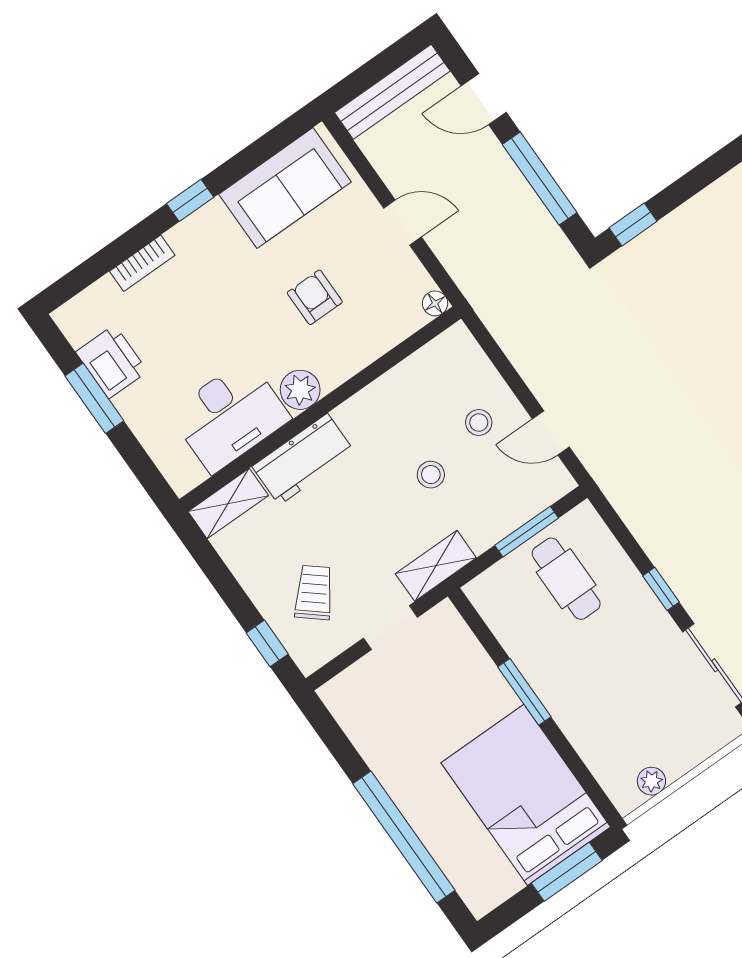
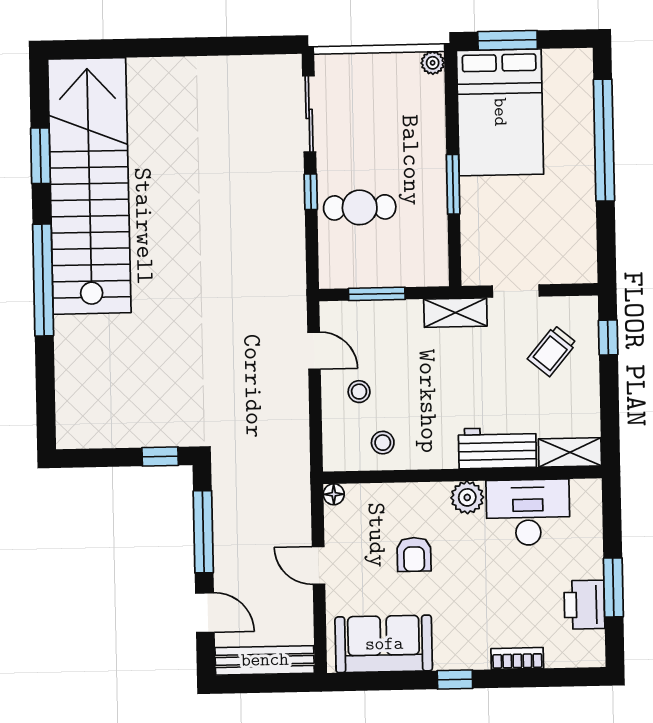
stool: (431, 475) -> (383, 443), moved
cafe table: (566, 579) -> (360, 207), moved, turned 90
plant: (651, 781) -> (433, 63), moved

